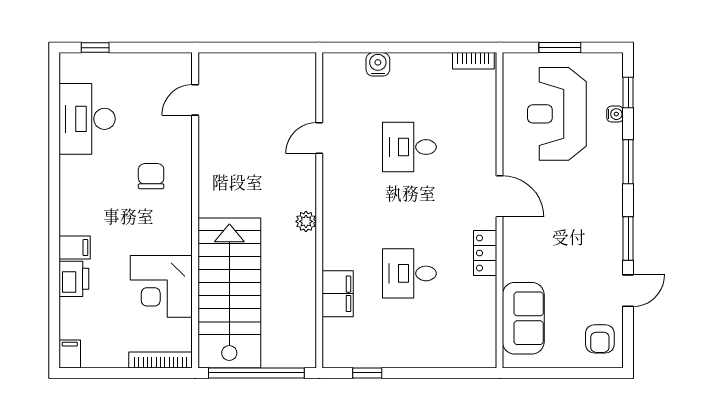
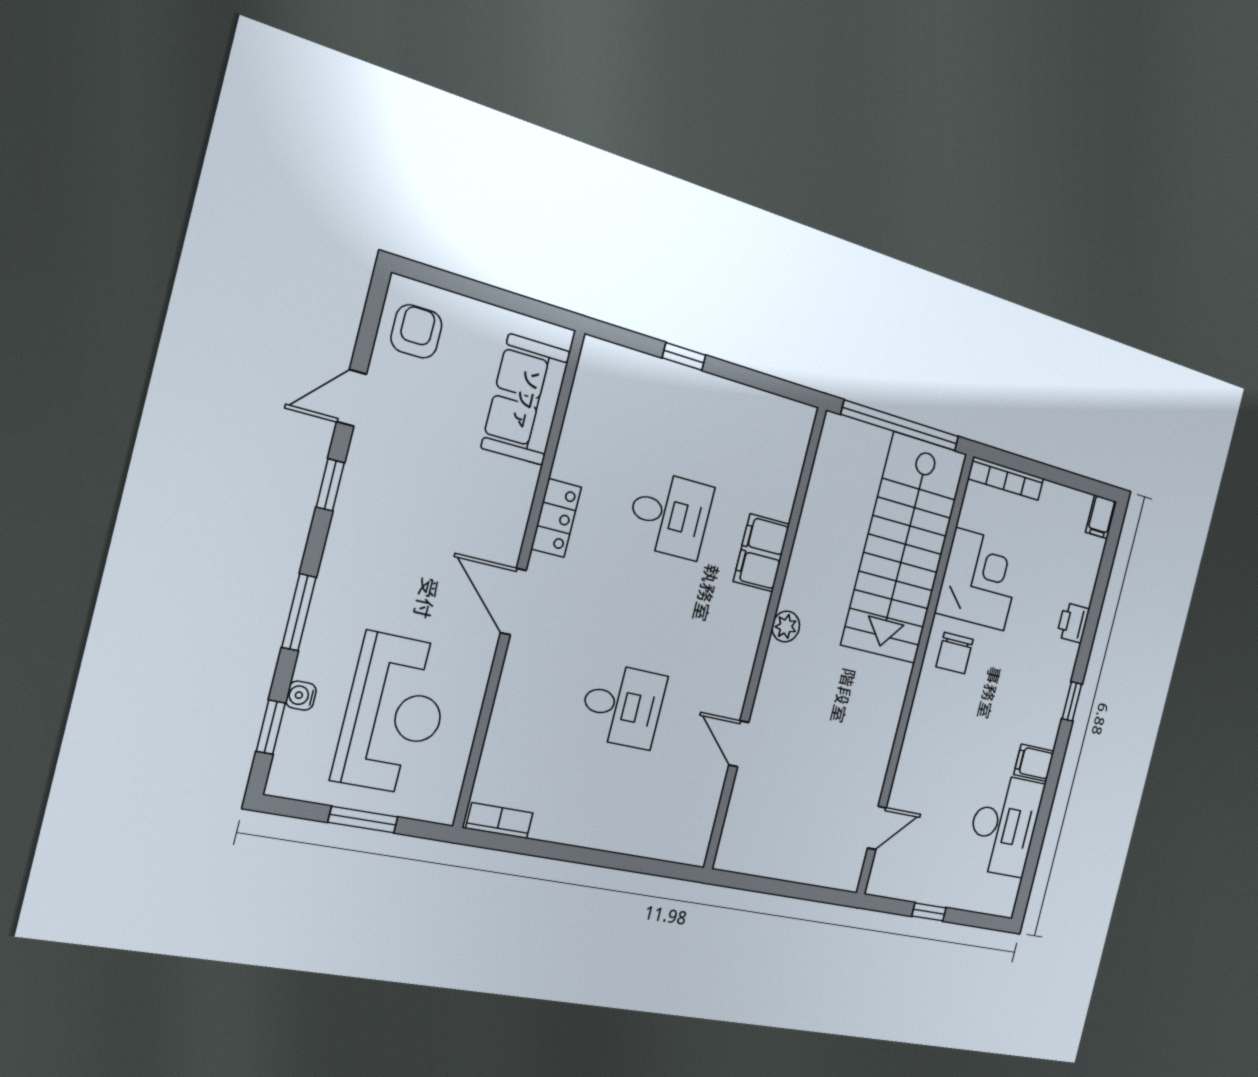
window: (95, 48) -> (929, 912), moved
water cooler: (378, 64) -> (635, 838), removed
door: (319, 138) -> (739, 744), swing flipped
chair: (151, 176) -> (955, 653), moved
window: (54, 218) -> (1072, 701), added
window: (628, 238) -> (330, 485), width x0.67
filing cabinet: (75, 248) -> (1034, 763), moved
printer: (74, 279) -> (1073, 623), width x0.73, depth x0.81
filing cabinet: (338, 294) -> (761, 553), moved
window: (367, 373) -> (684, 357), moved

